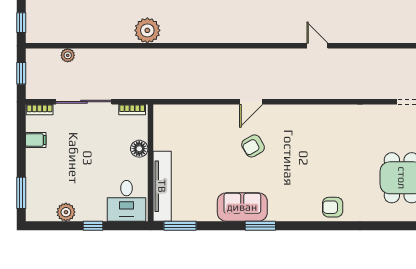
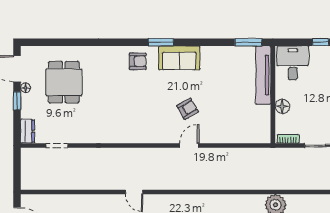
sofa: (242, 207) -> (179, 58), moved
armchair: (333, 207) -> (138, 61), moved
window: (260, 226) -> (161, 42), moved

